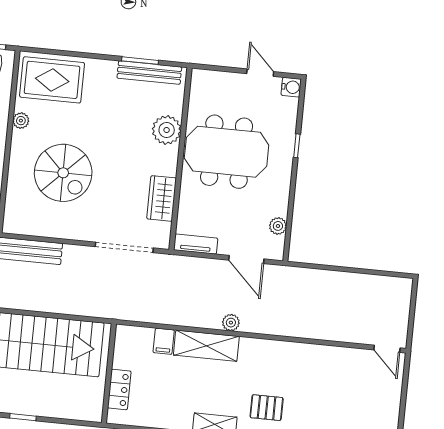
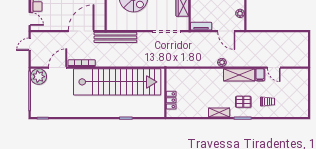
filing cabinet: (164, 341) -> (260, 75), moved
shelving: (206, 346) -> (239, 75), moved
door: (387, 349) -> (274, 68), moved
trolley: (316, 412) -> (267, 102), added

